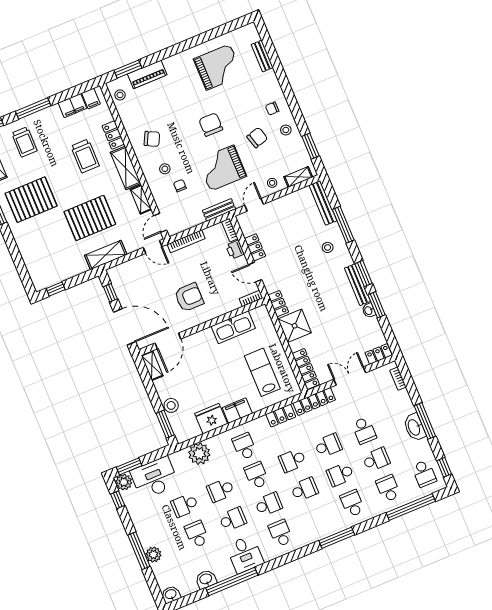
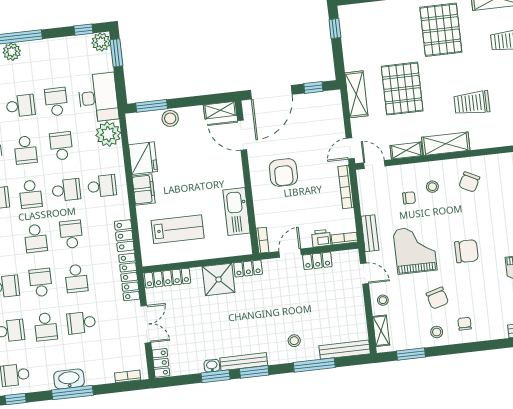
locker: (113, 135) -> (486, 141), removed
desk: (154, 478) -> (98, 98), moved

